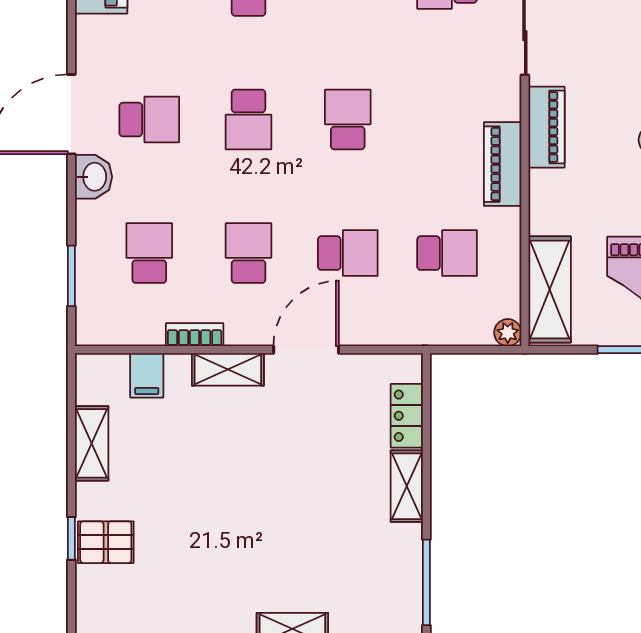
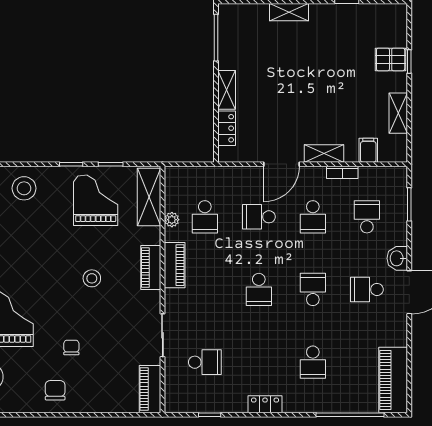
piano: (546, 127) -> (151, 267), moved
school desk: (149, 253) -> (367, 217), turned 180
school desk: (447, 253) -> (205, 217), turned -90
plant: (508, 333) -> (172, 220), moved

